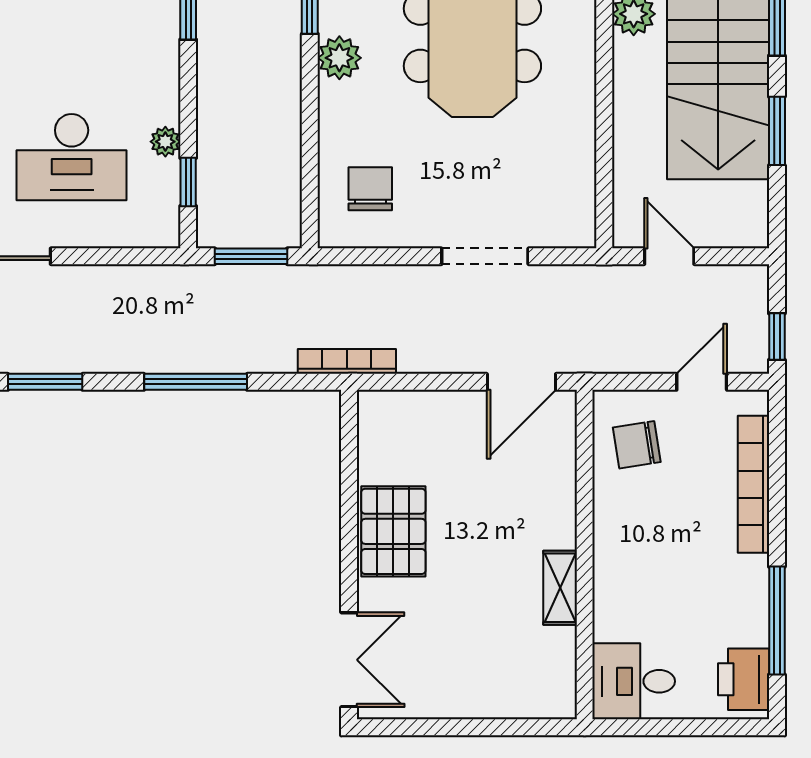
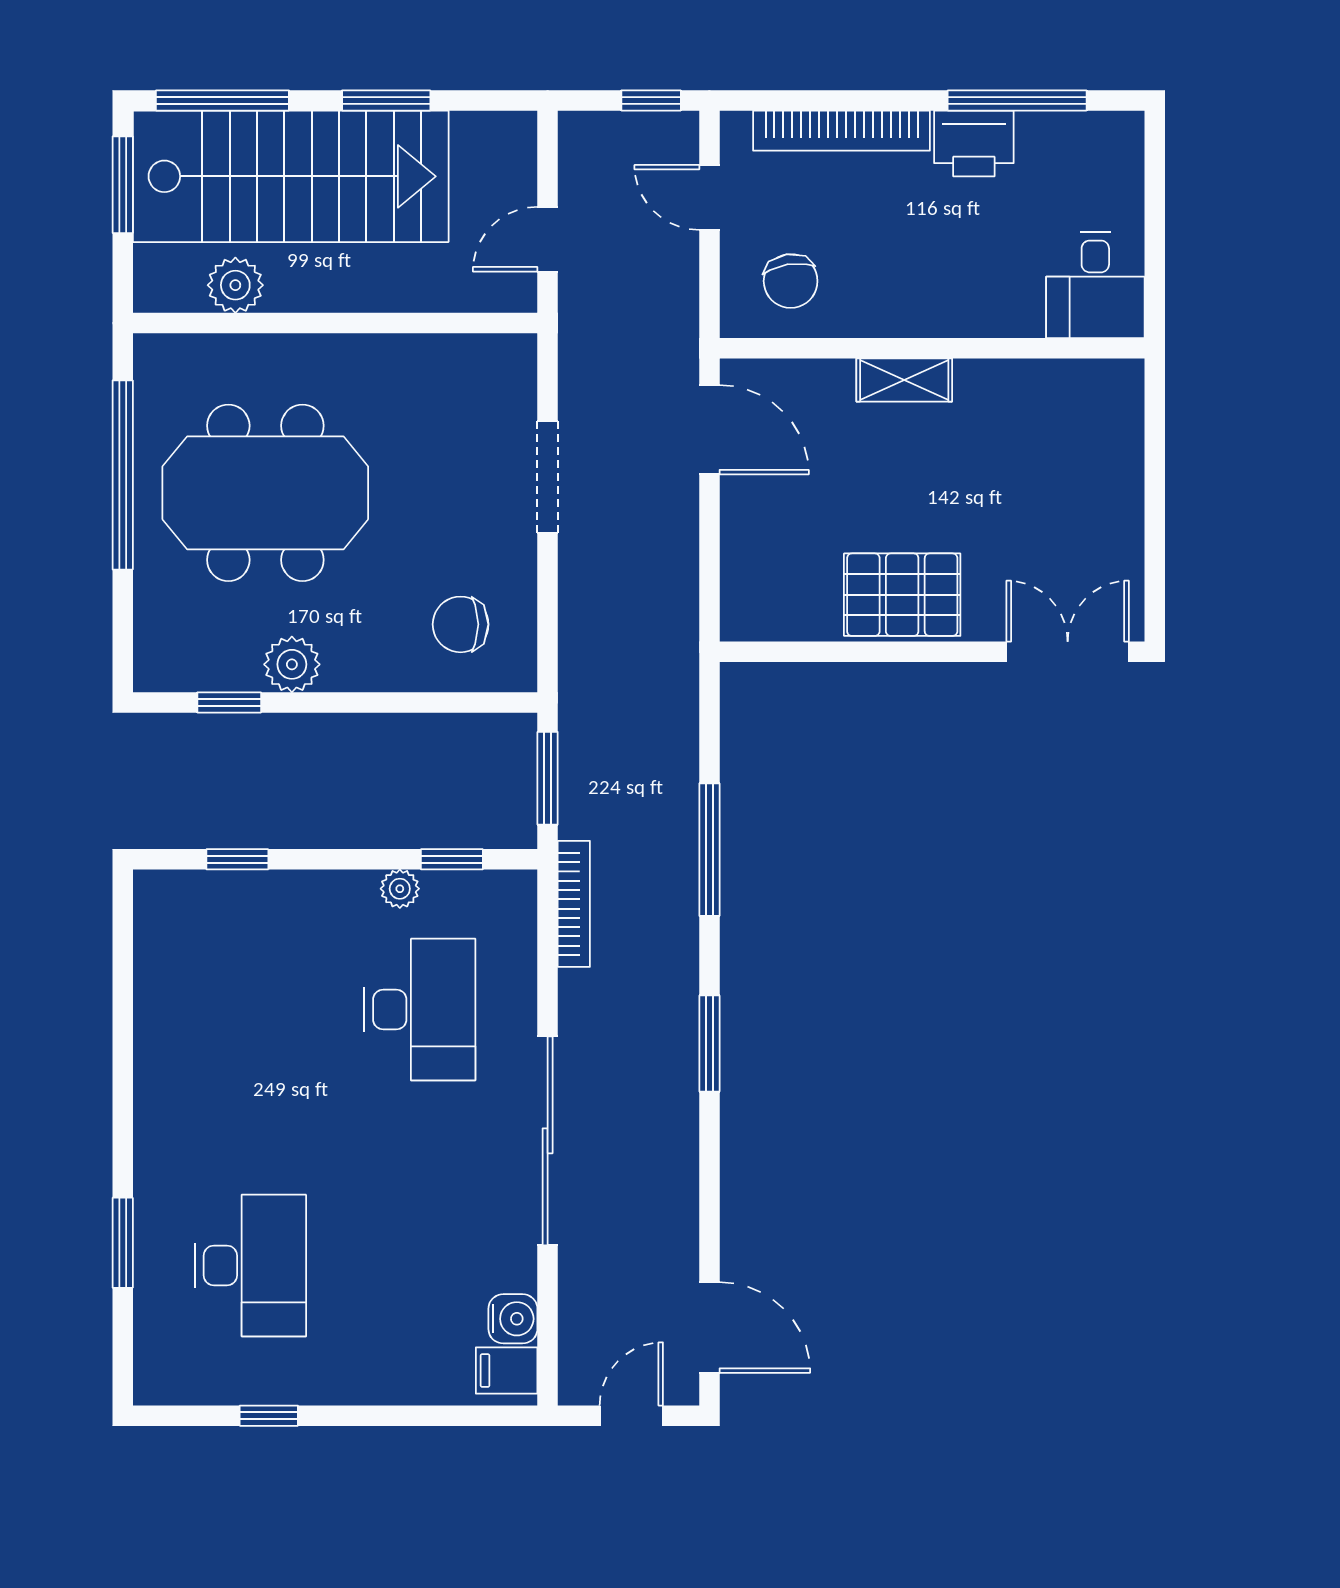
bookcase: (347, 361) -> (574, 904), moved, turned 180
shelving: (560, 588) -> (904, 380), moved
printer: (744, 679) -> (974, 143), moved

